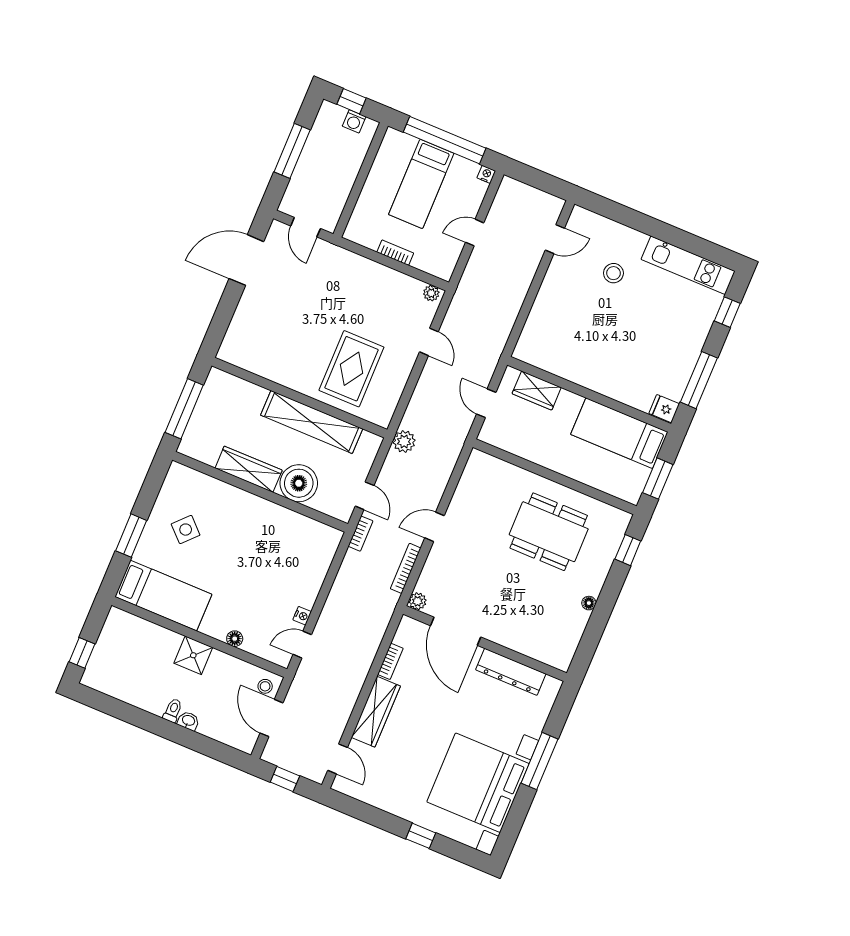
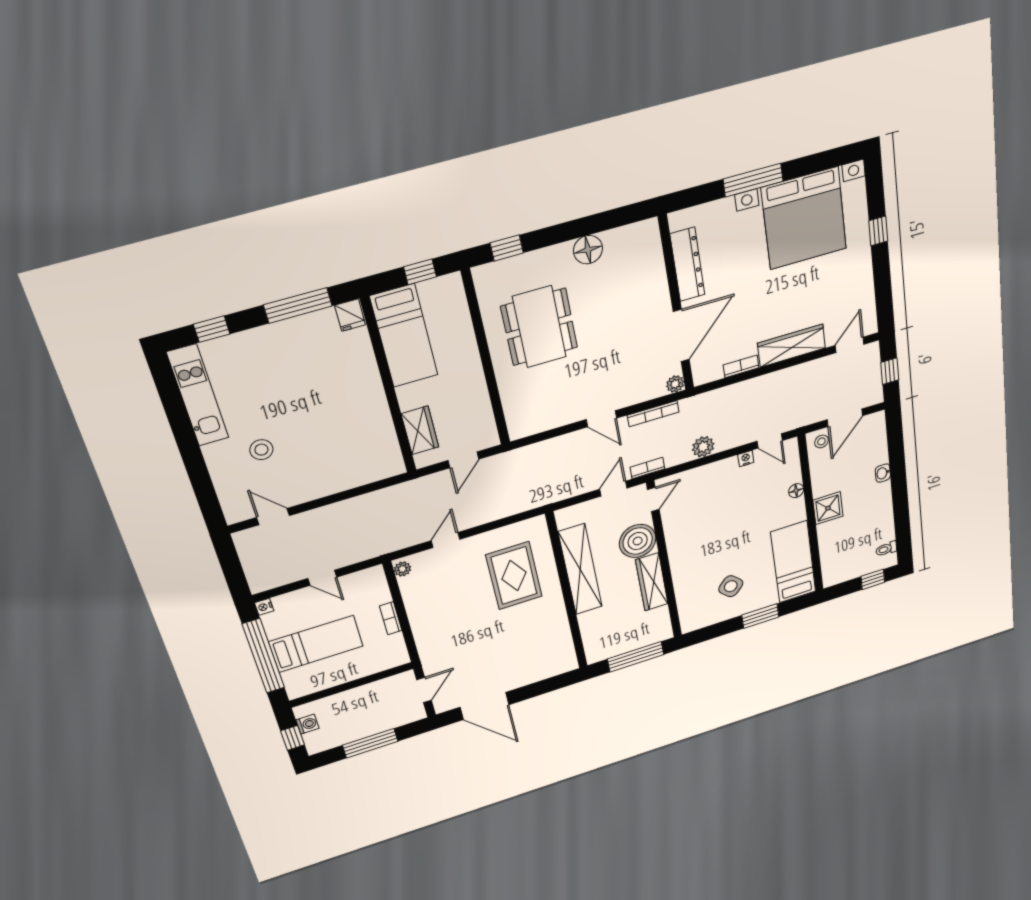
rug: (351, 369) -> (514, 576), turned 90
plant: (404, 441) -> (703, 447), moved
window: (658, 479) -> (420, 272), width x0.67
door: (327, 520) -> (653, 499), added
floor lamp: (589, 603) -> (588, 250), width x1.89, depth x1.89
toilet: (173, 710) -> (886, 549), moved

